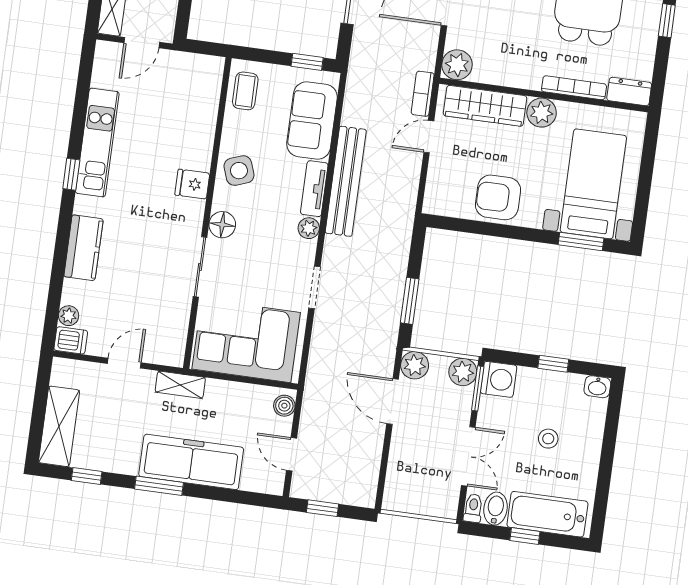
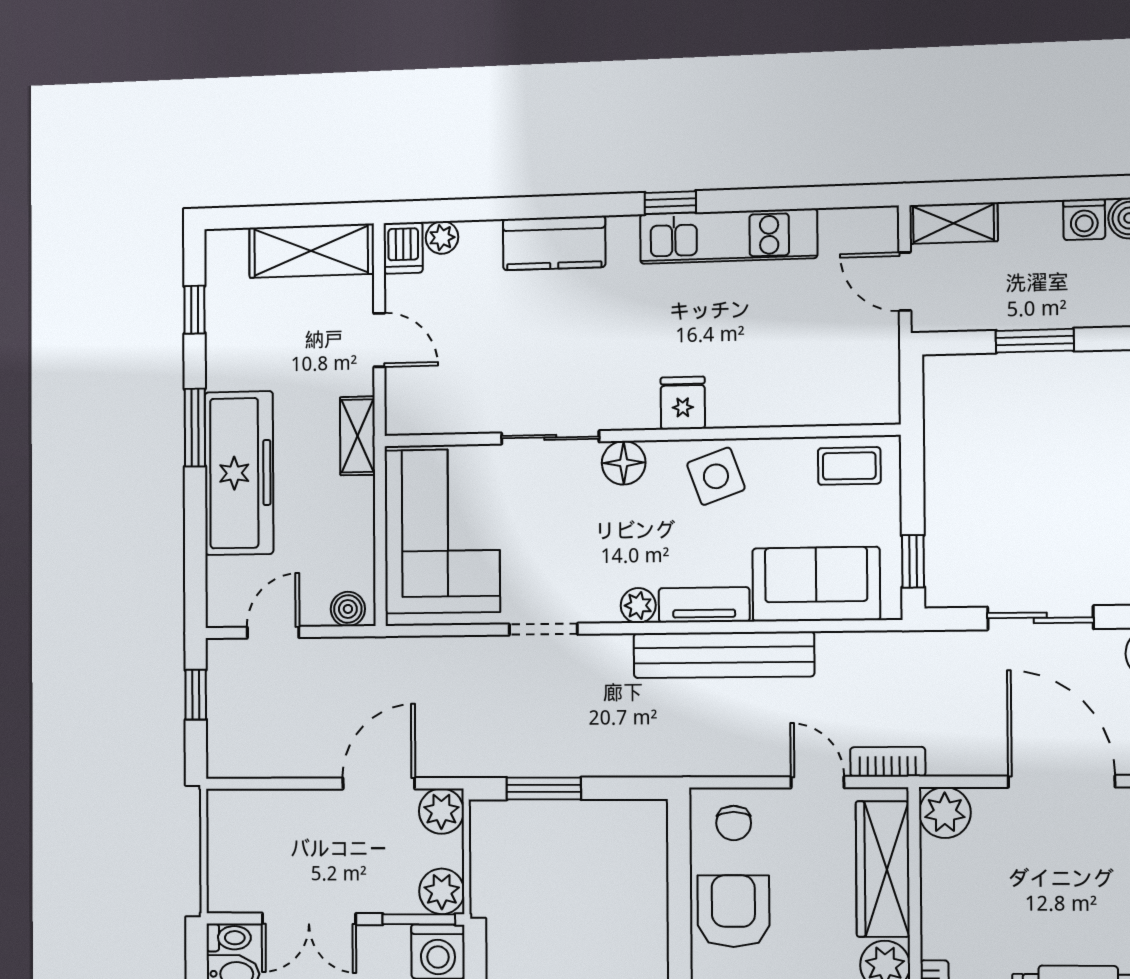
chair: (446, 190) -> (734, 823), added
shelving: (59, 426) -> (311, 251), moved

